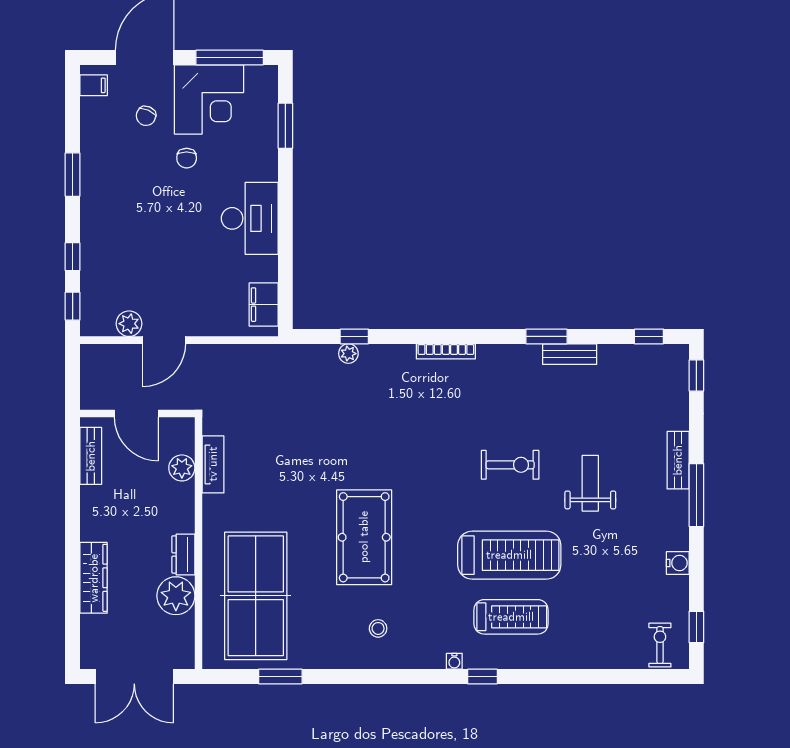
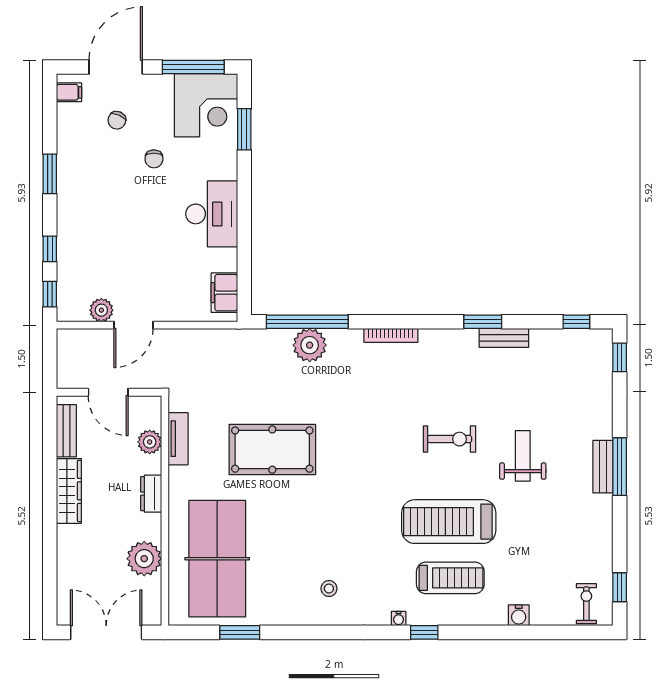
corner desk: (209, 99) -> (206, 105), moved
window: (354, 336) -> (307, 322), width x3.17
plant: (348, 354) -> (310, 345), width x1.87, depth x1.87
bench: (678, 460) -> (603, 467), moved
pool table: (364, 537) -> (272, 450), moved, turned 90
dresser: (183, 554) -> (151, 494), moved
treadmill: (509, 555) -> (449, 522), turned 180
water cooler: (678, 563) -> (519, 615), moved, turned 90
wardrobe: (94, 578) -> (69, 491), moved
double door: (134, 676) -> (106, 632), swing flipped

